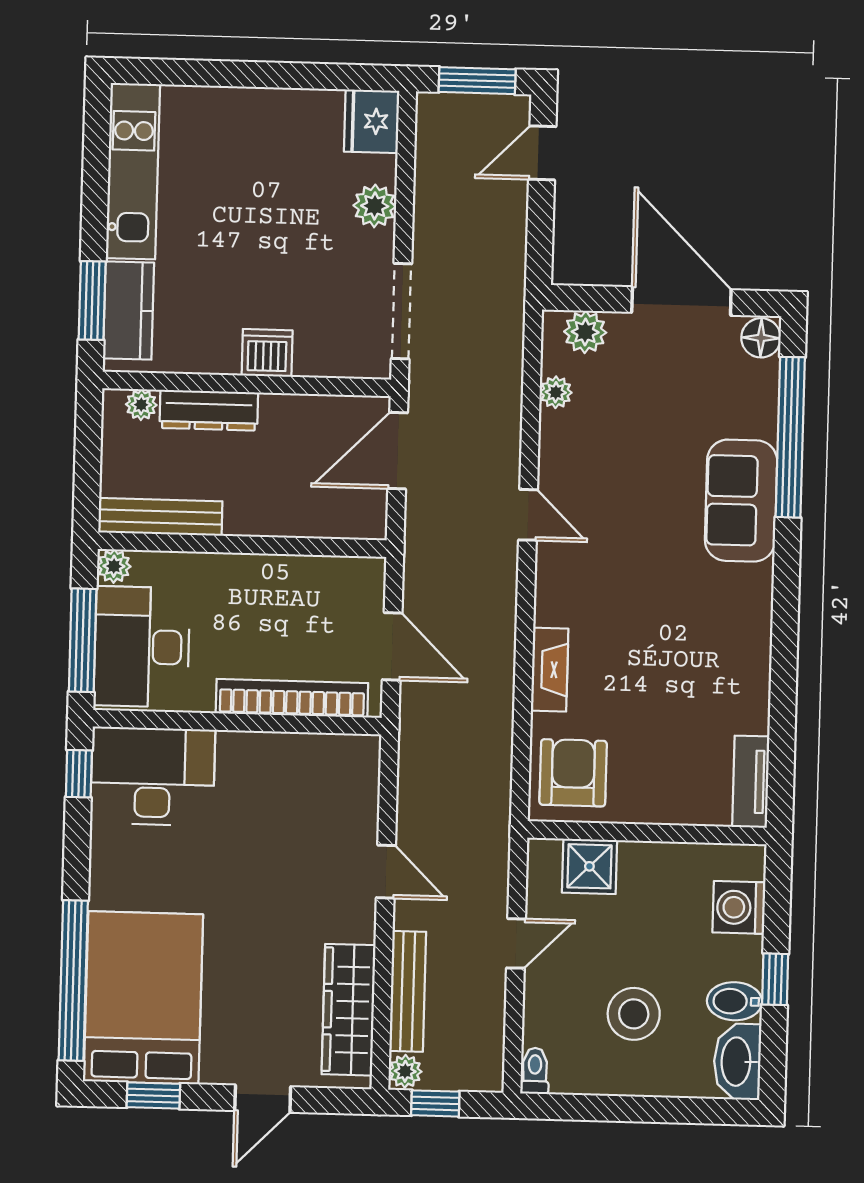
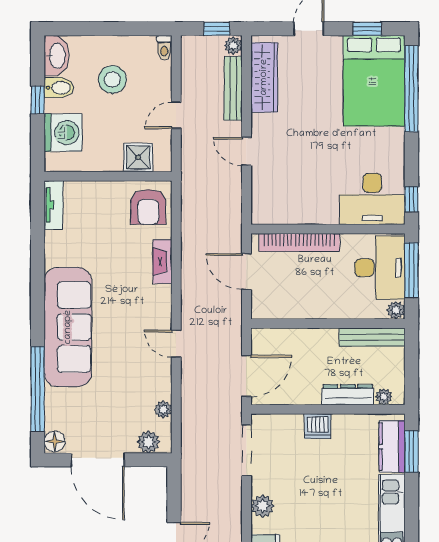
sofa: (741, 501) -> (68, 327), width x1.85, depth x1.27
washing machine: (739, 907) -> (63, 133), width x1.37, depth x1.37

